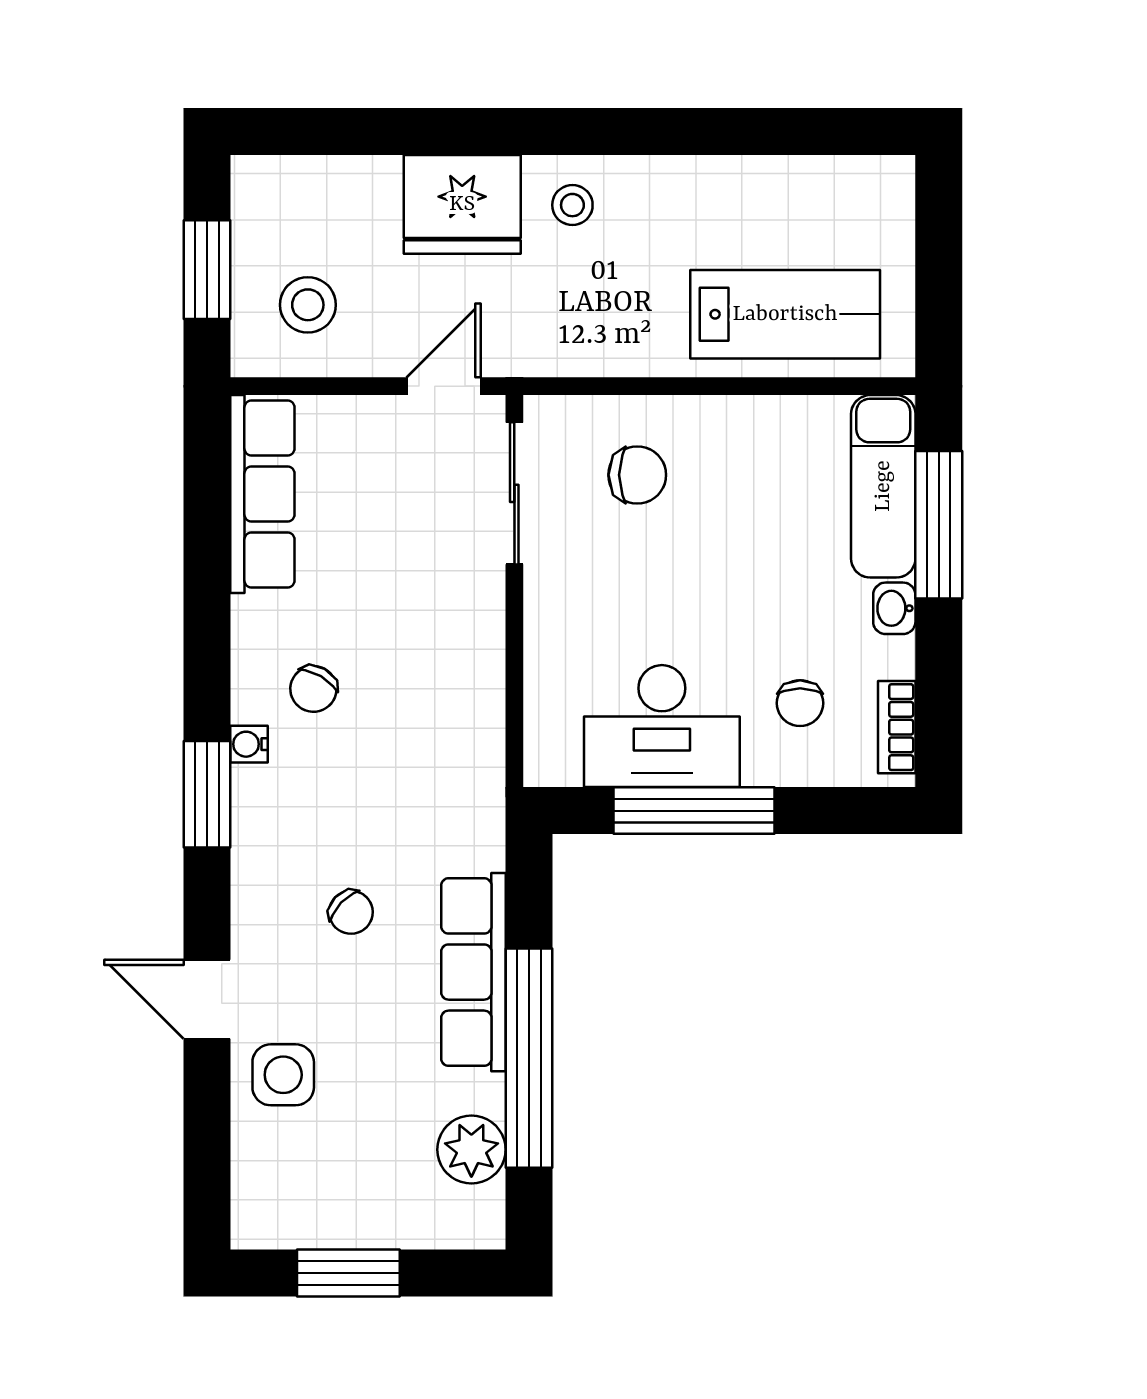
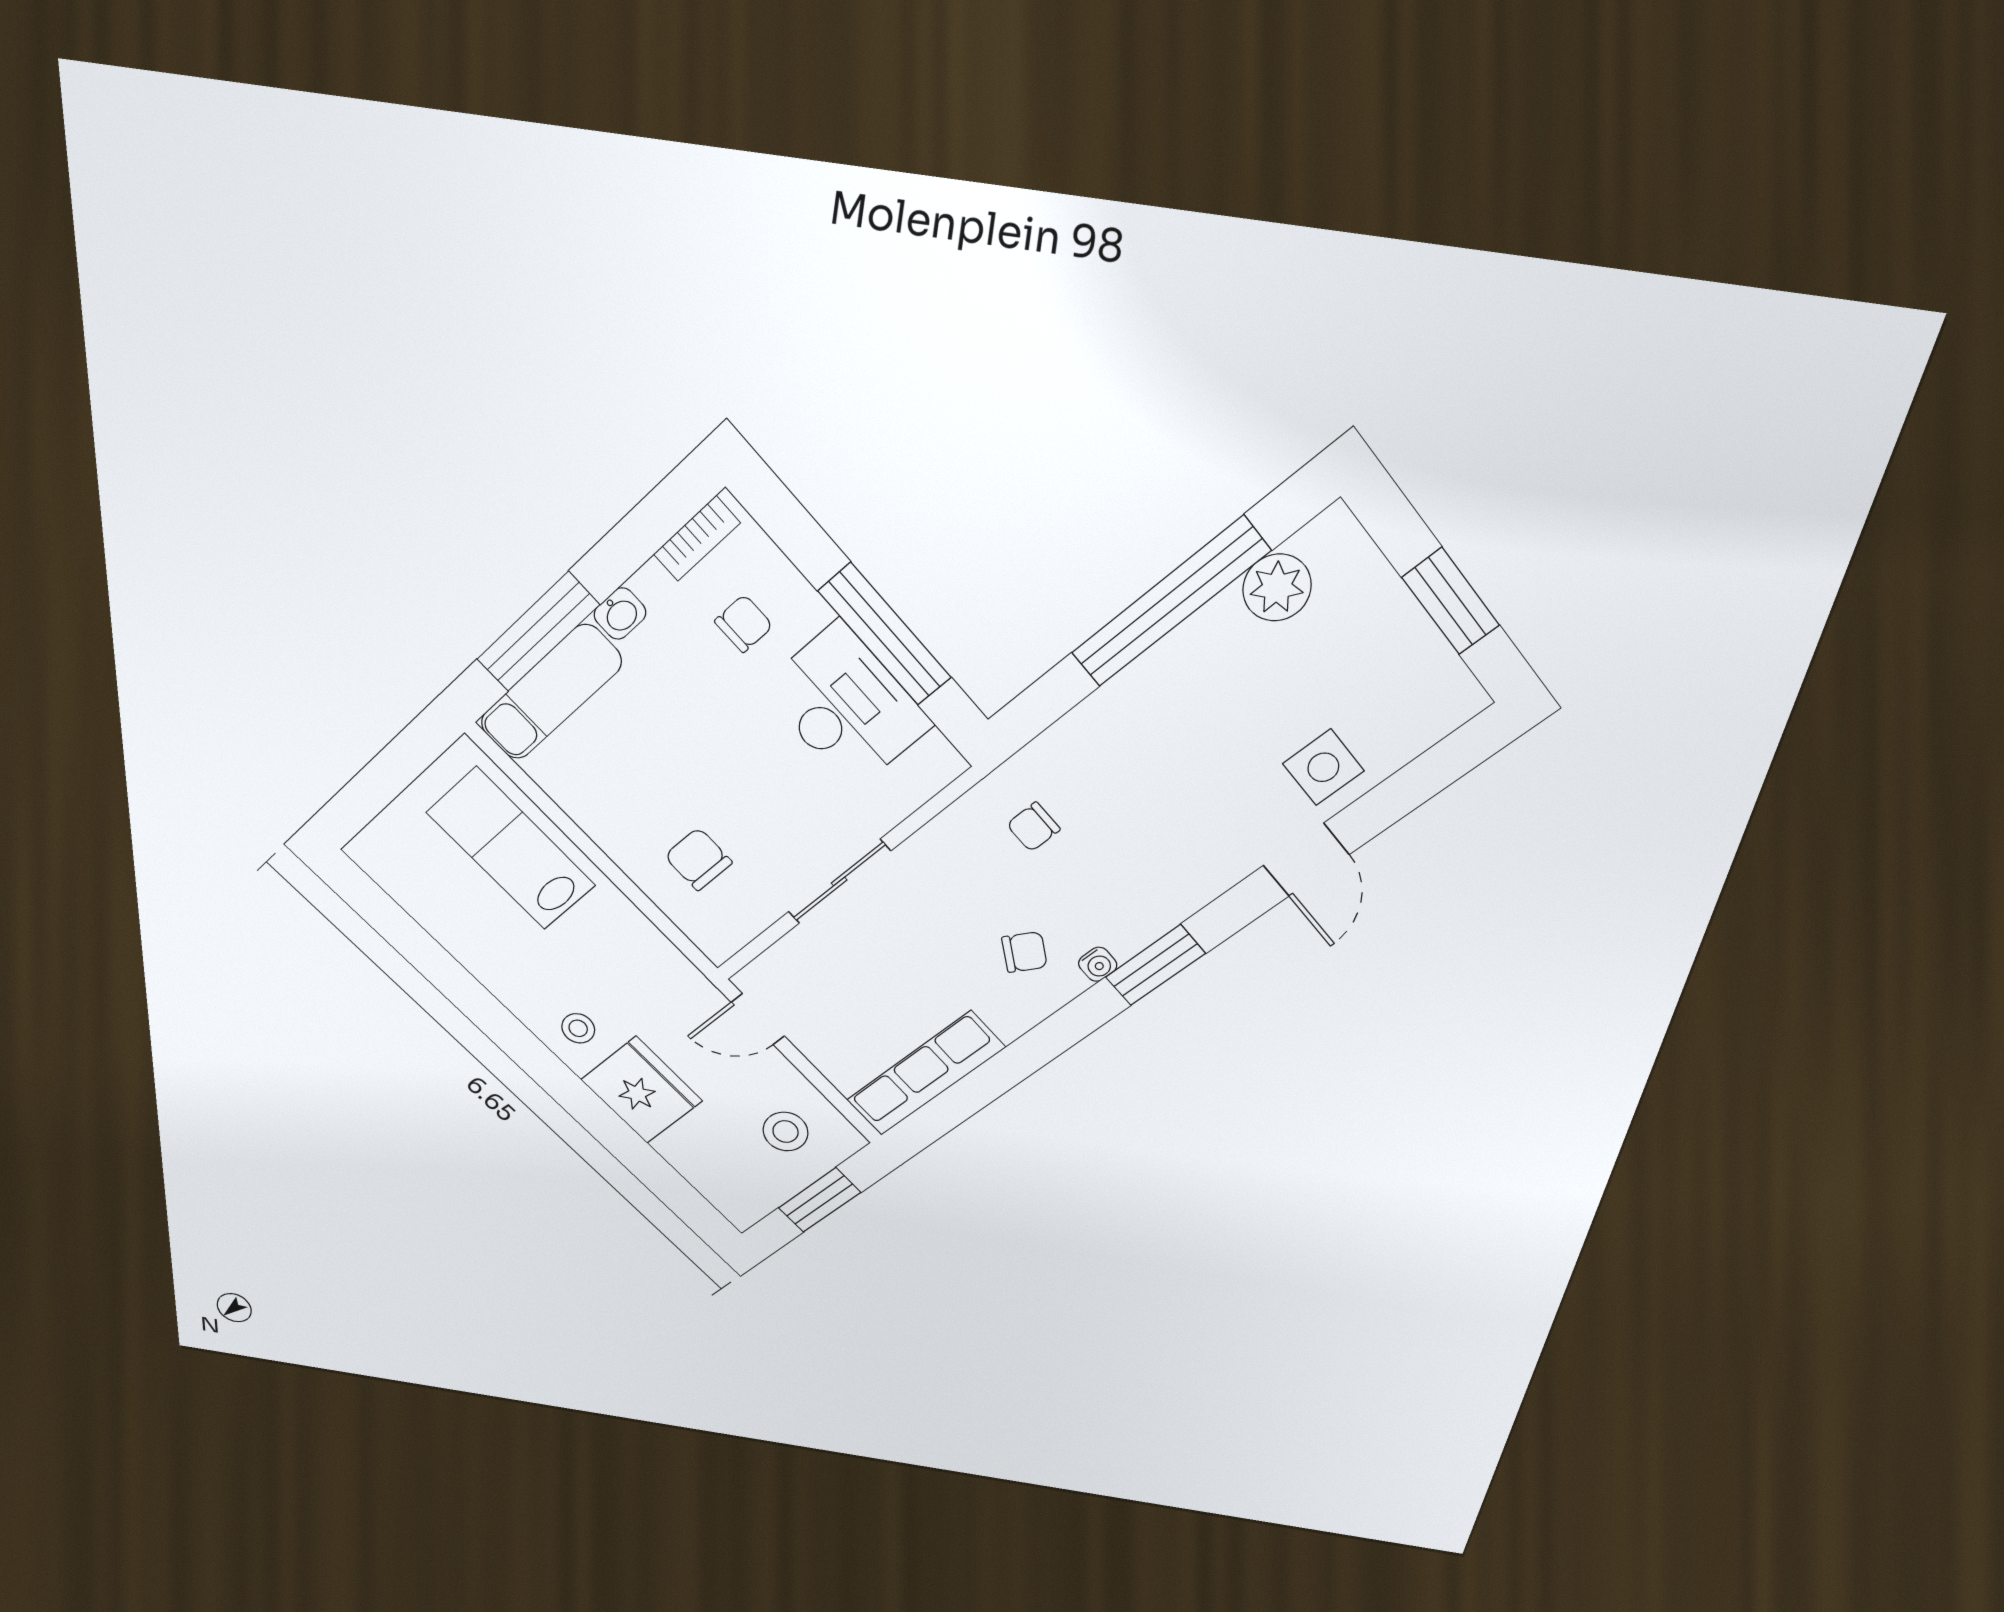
sliding door: (514, 493) -> (839, 882), moved
chair: (351, 912) -> (1033, 827), moved, turned -134
row of seats: (473, 972) -> (1136, 695), removed

